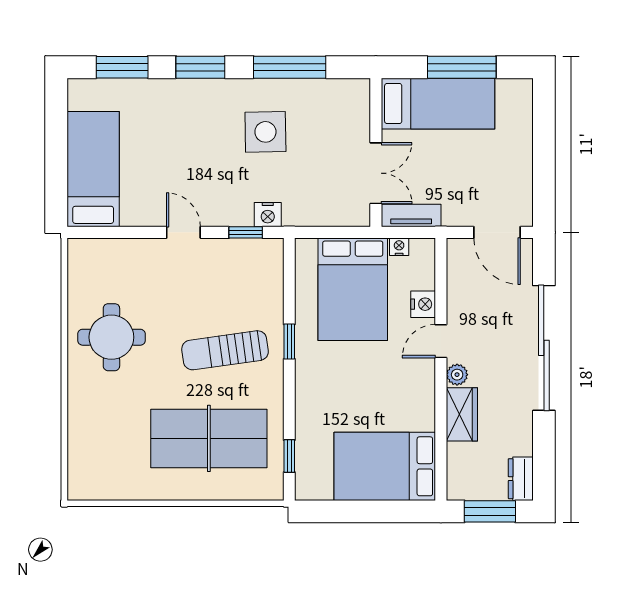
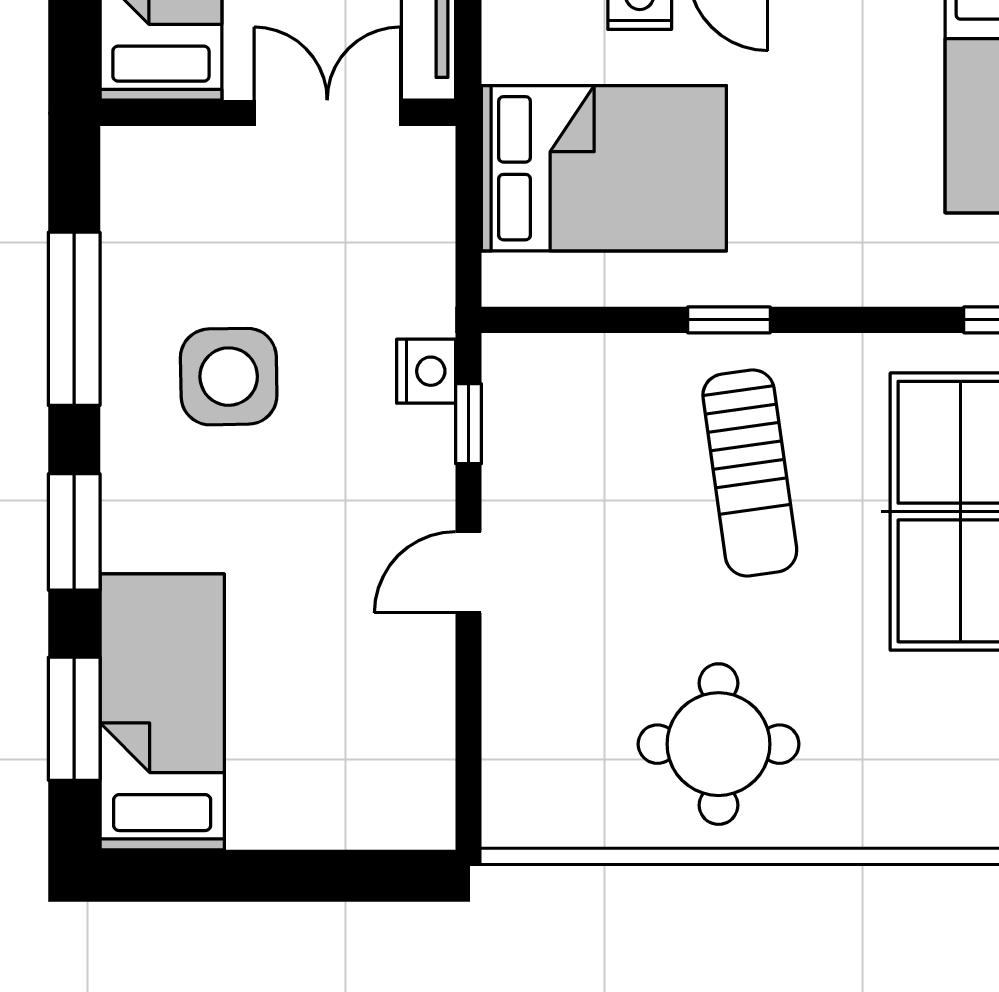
bed: (93, 169) -> (162, 712), moved, turned 90
nightstand: (399, 247) -> (503, 58), removed

